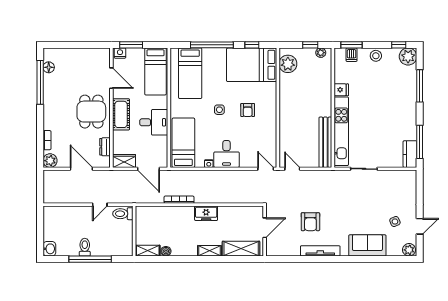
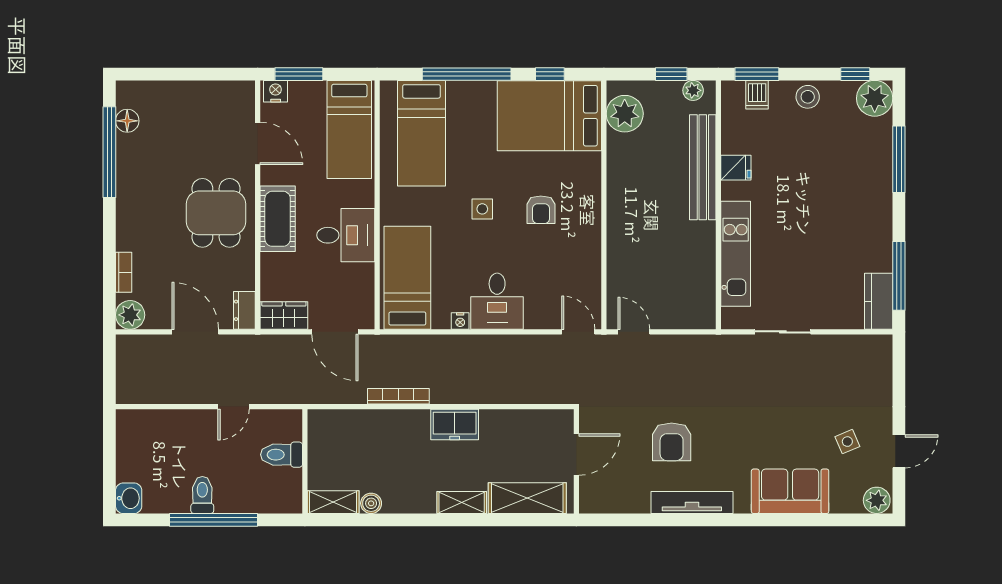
kitchen unit: (341, 131) -> (736, 254), width x0.73
bench: (325, 142) -> (703, 167), moved
dresser: (105, 147) -> (244, 310), moved
toilet: (123, 214) -> (282, 455), moved

